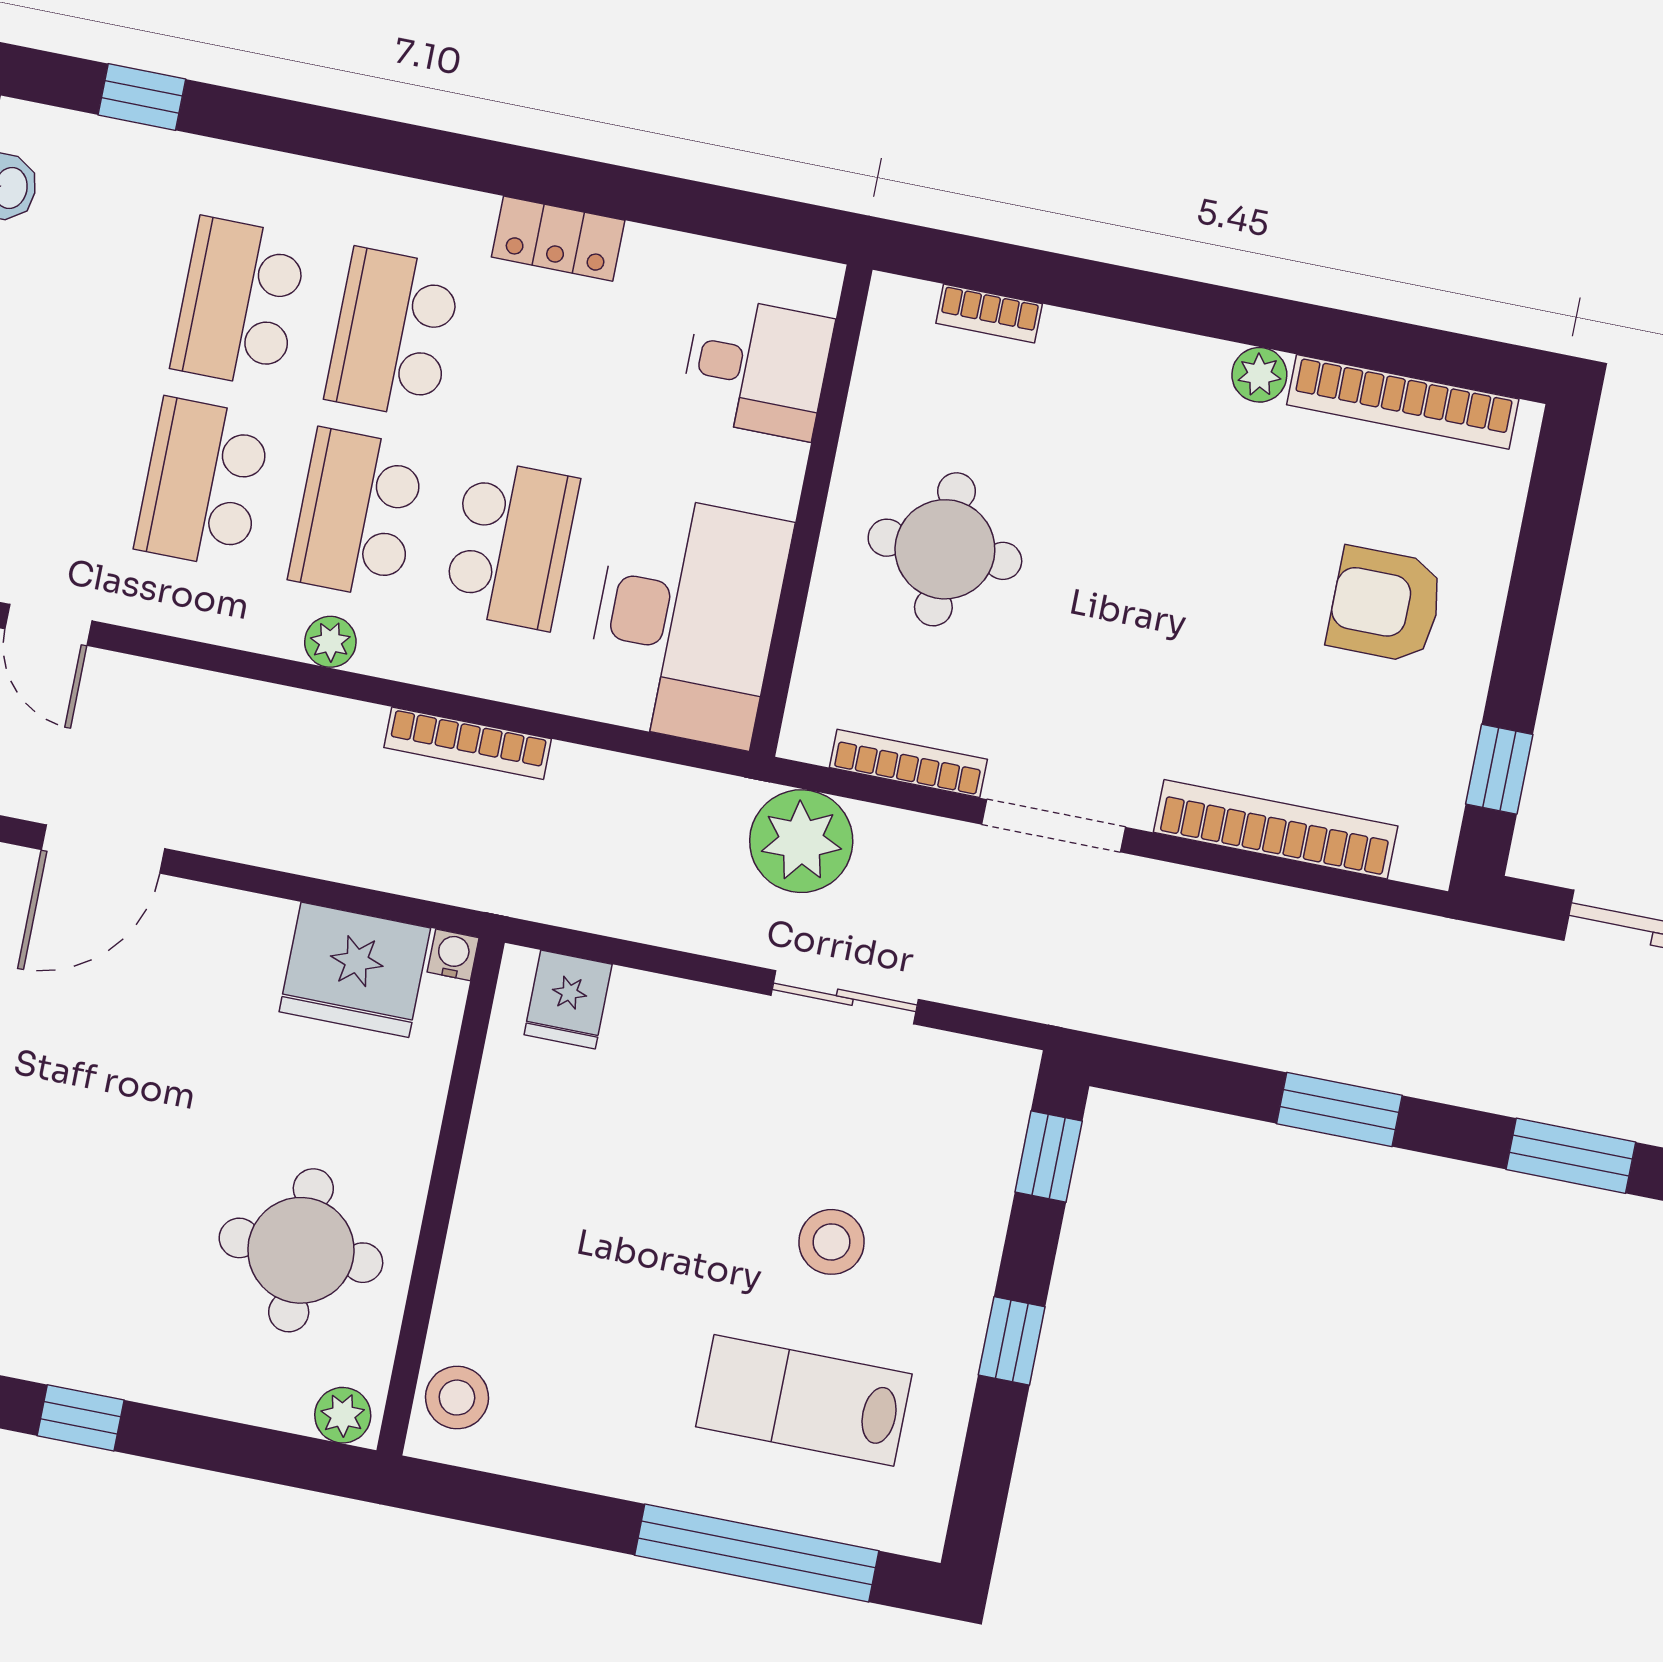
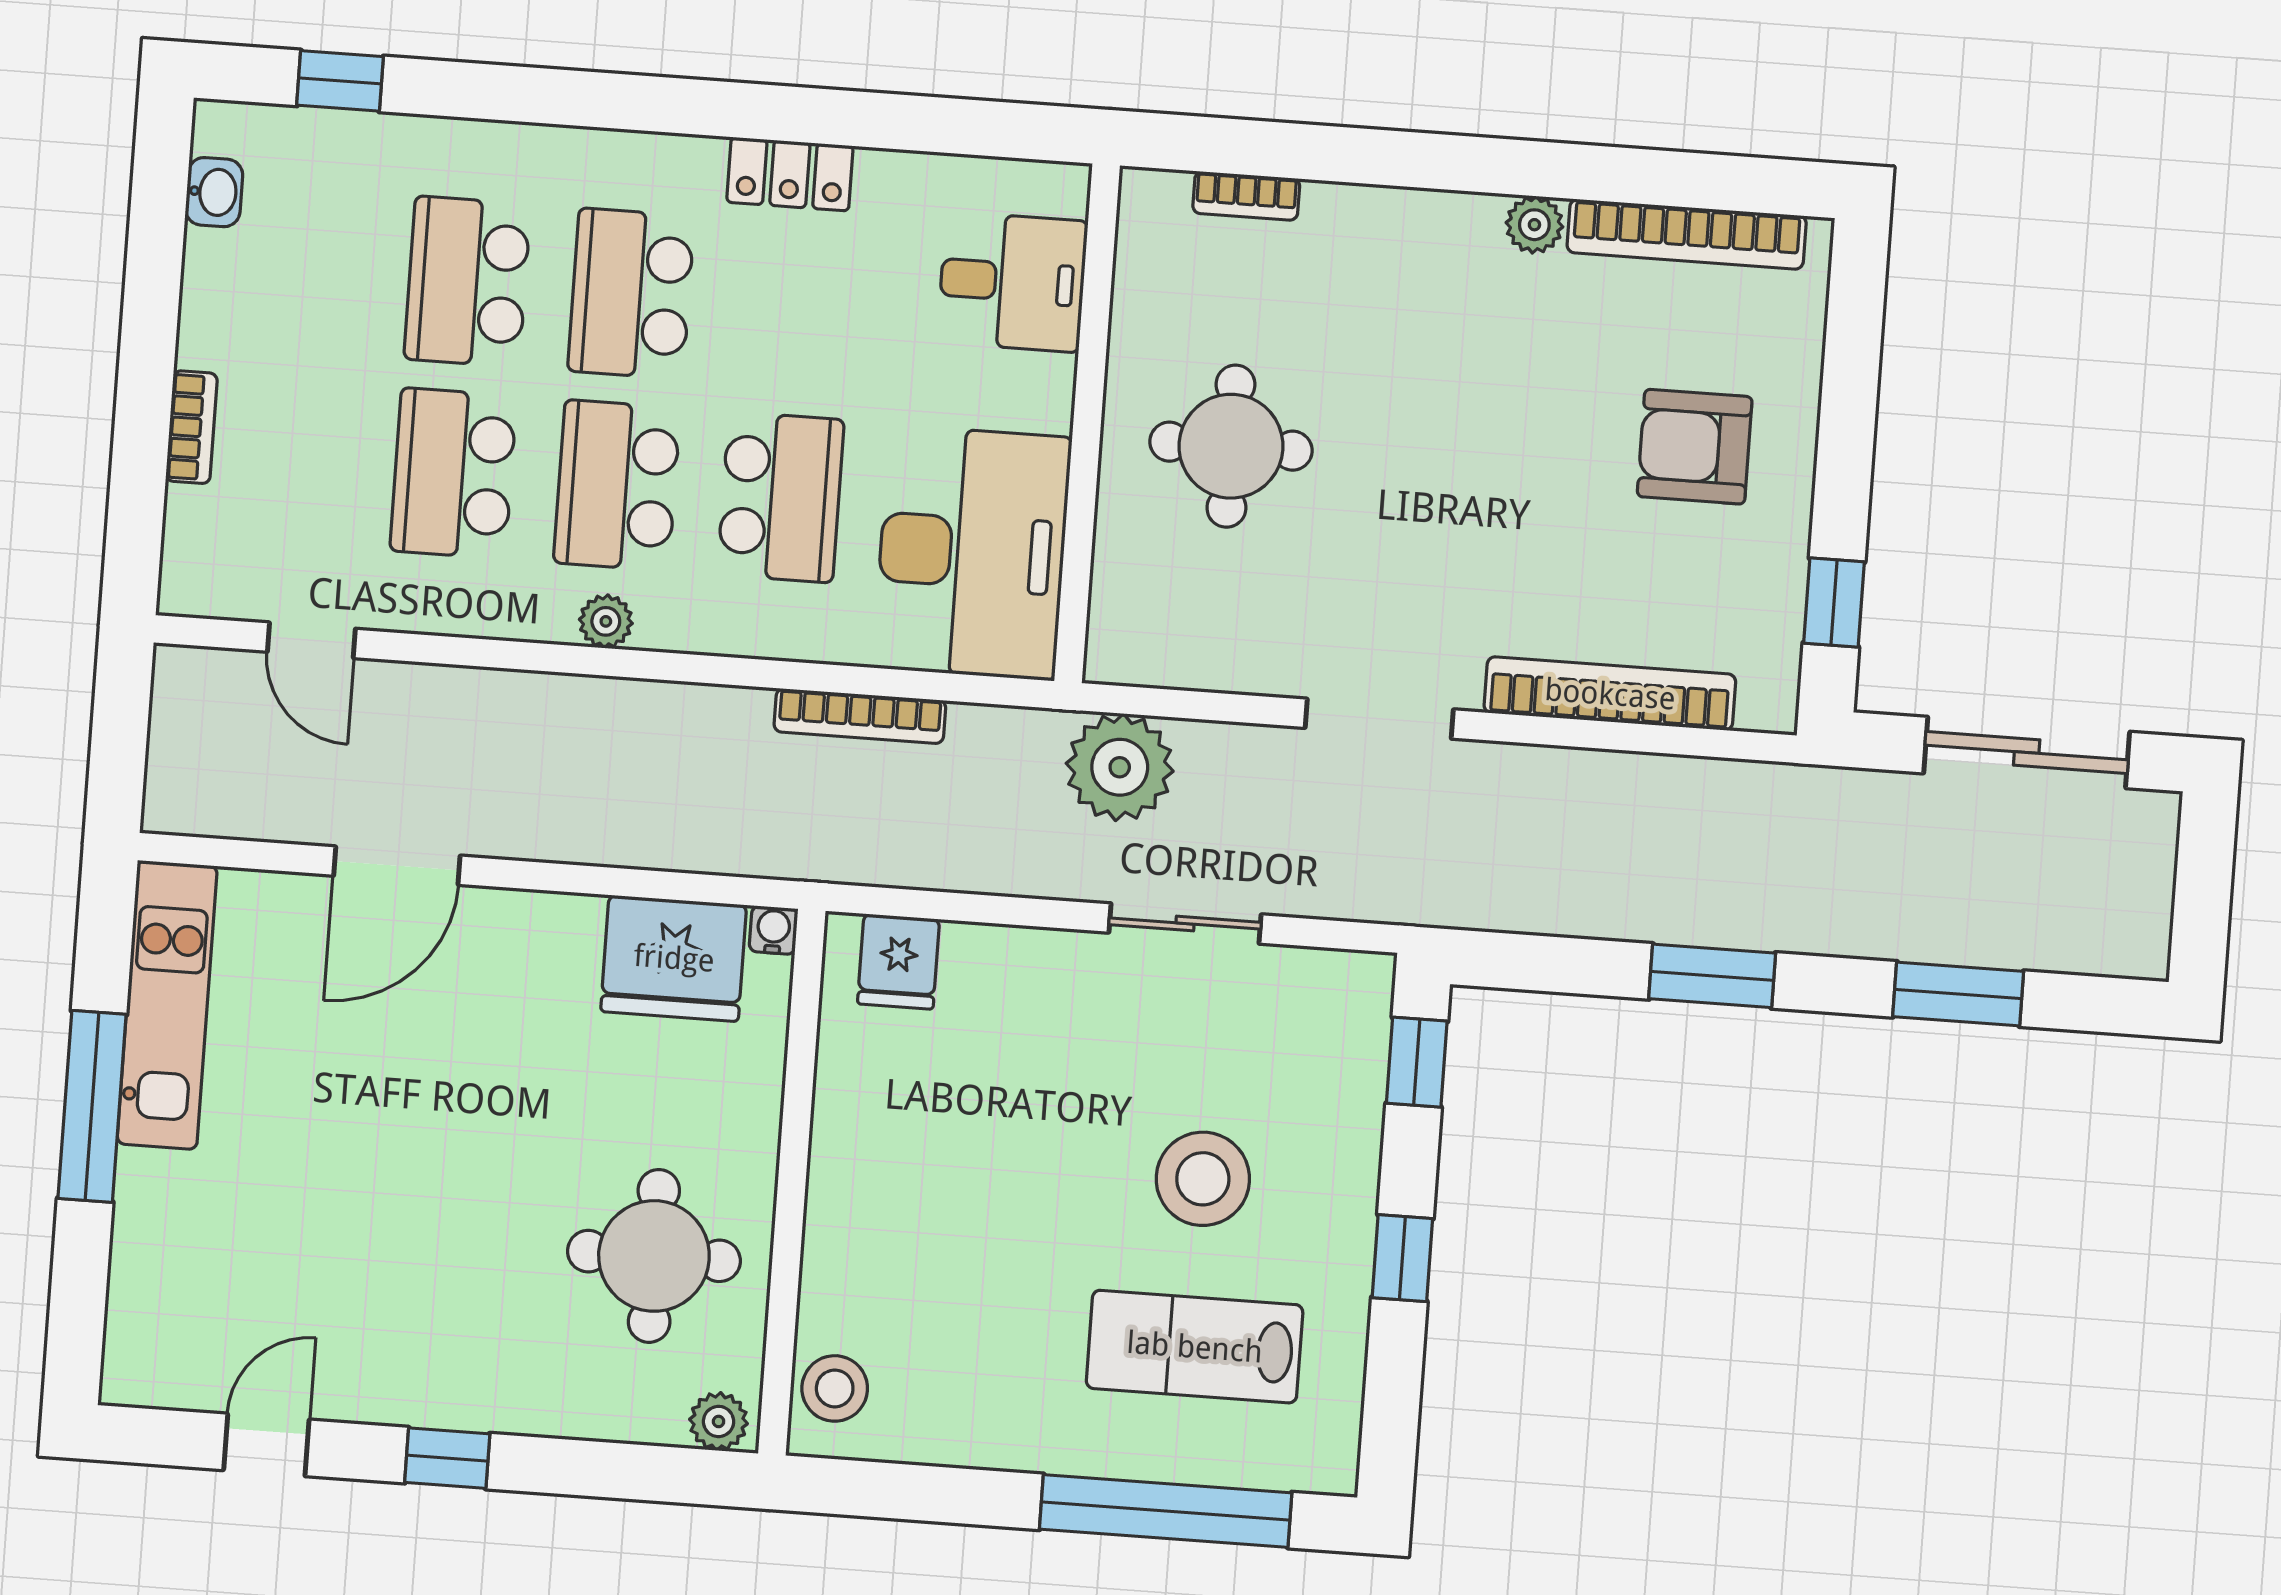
bookcase: (468, 743) -> (860, 716), moved
bookcase: (908, 763) -> (1221, 673), removed
stool: (832, 1242) -> (1203, 1179), width x1.38, depth x1.38

